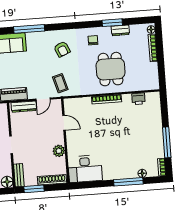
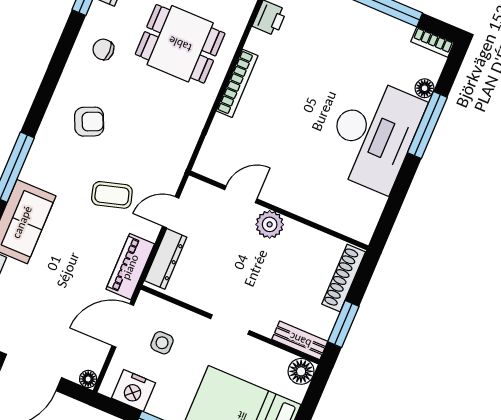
coffee table: (60, 83) -> (112, 195), moved
door: (43, 99) -> (171, 212), swing flipped
plant: (59, 151) -> (270, 224), moved
desk: (85, 169) -> (374, 135), moved, width x1.36, depth x1.30

